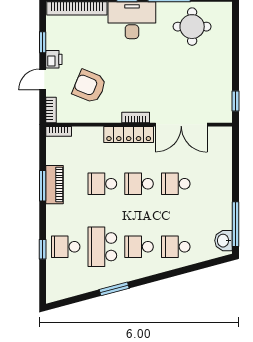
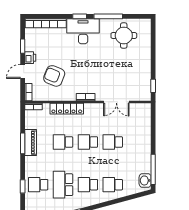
double door: (181, 125) -> (116, 102), width x0.73
locker: (129, 134) -> (67, 109), moved

